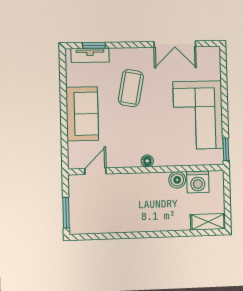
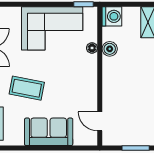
floor lamp: (147, 161) -> (92, 48), moved
washing machine: (198, 182) -> (112, 16), moved

